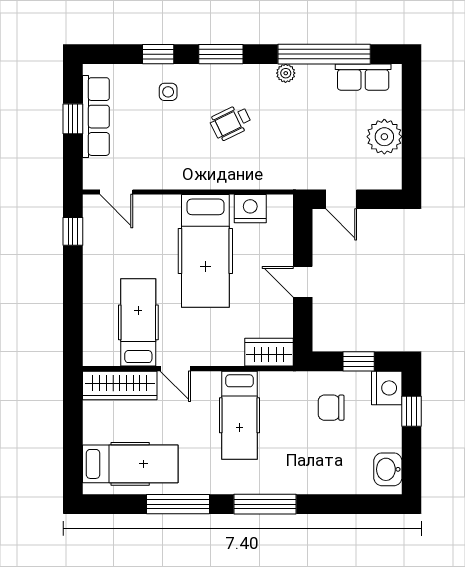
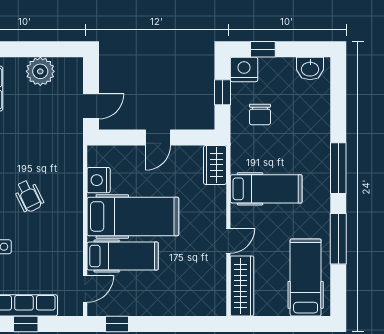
hospital bed: (138, 322) -> (123, 256), moved, turned 180

